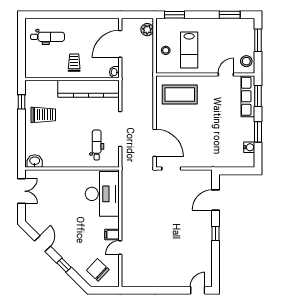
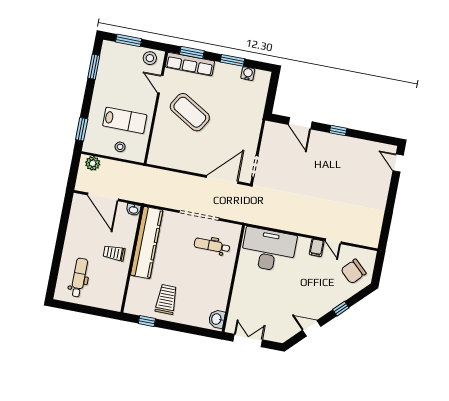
coffee table: (180, 95) -> (190, 112), moved, turned -59

